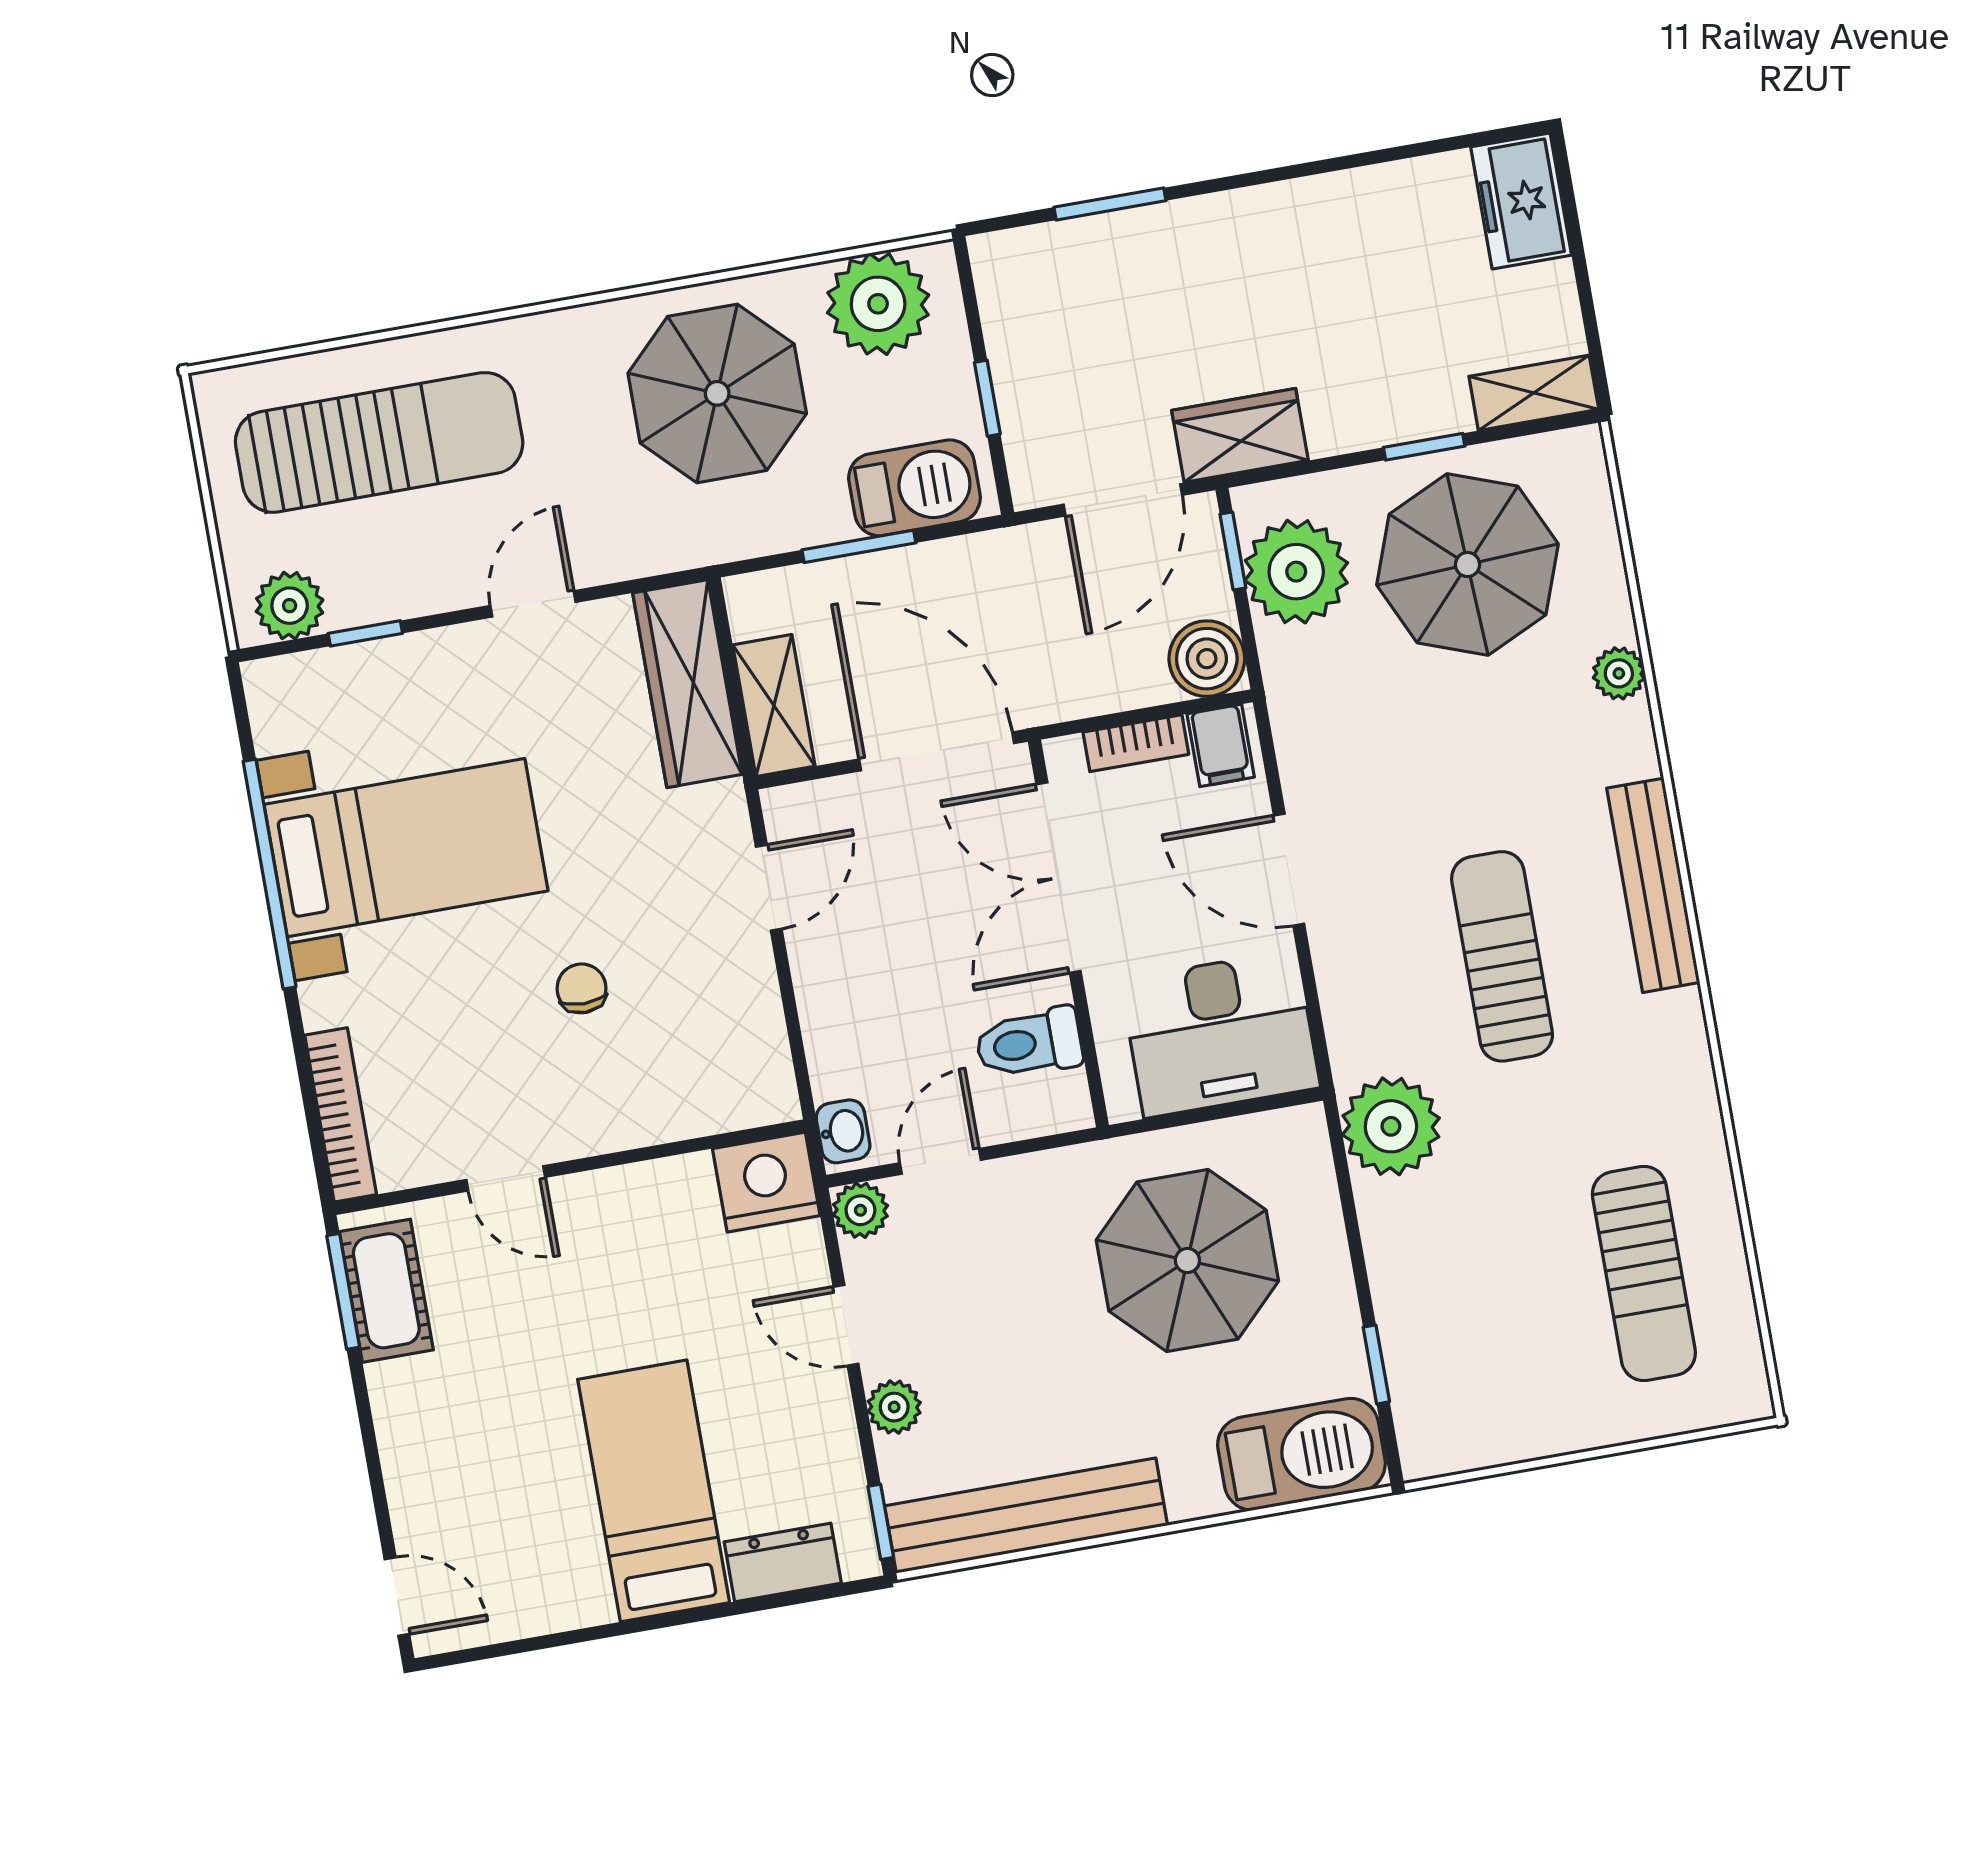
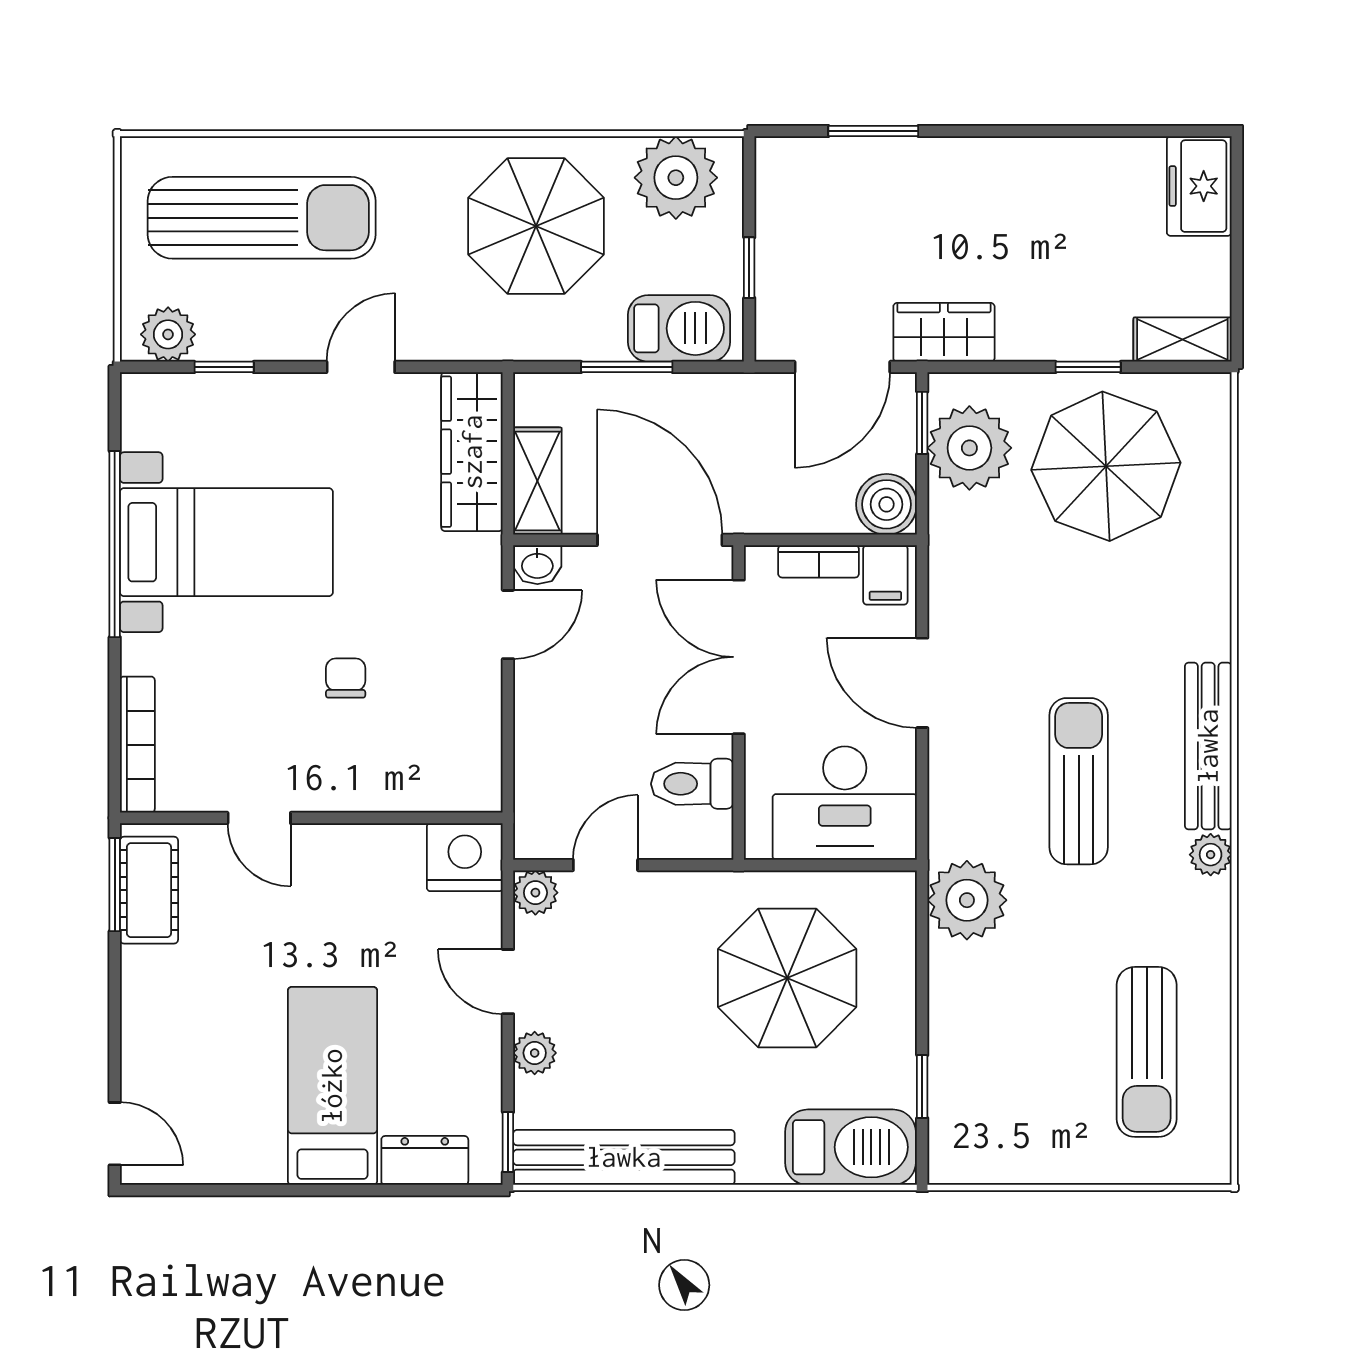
plant: (1619, 673) -> (1211, 855), moved
washbasin: (843, 1131) -> (537, 565), moved, turned 90

